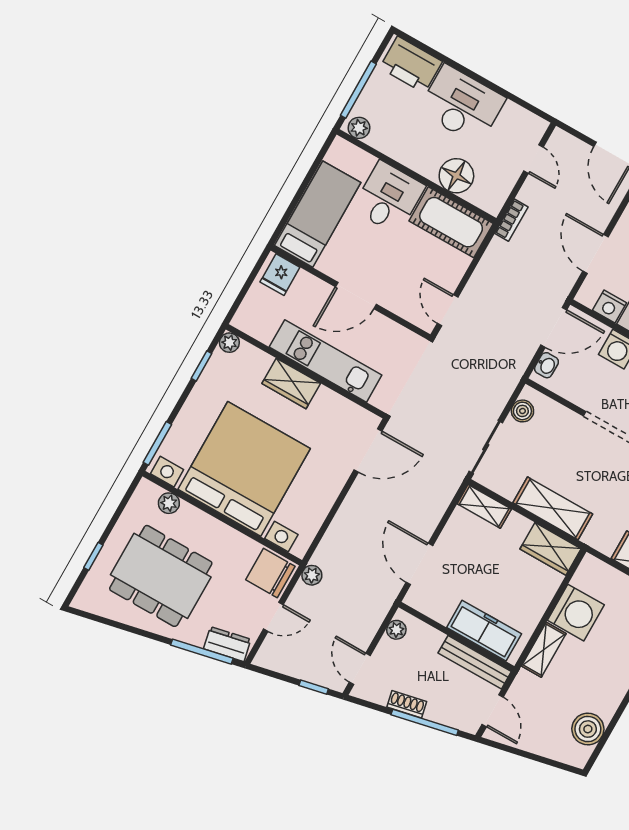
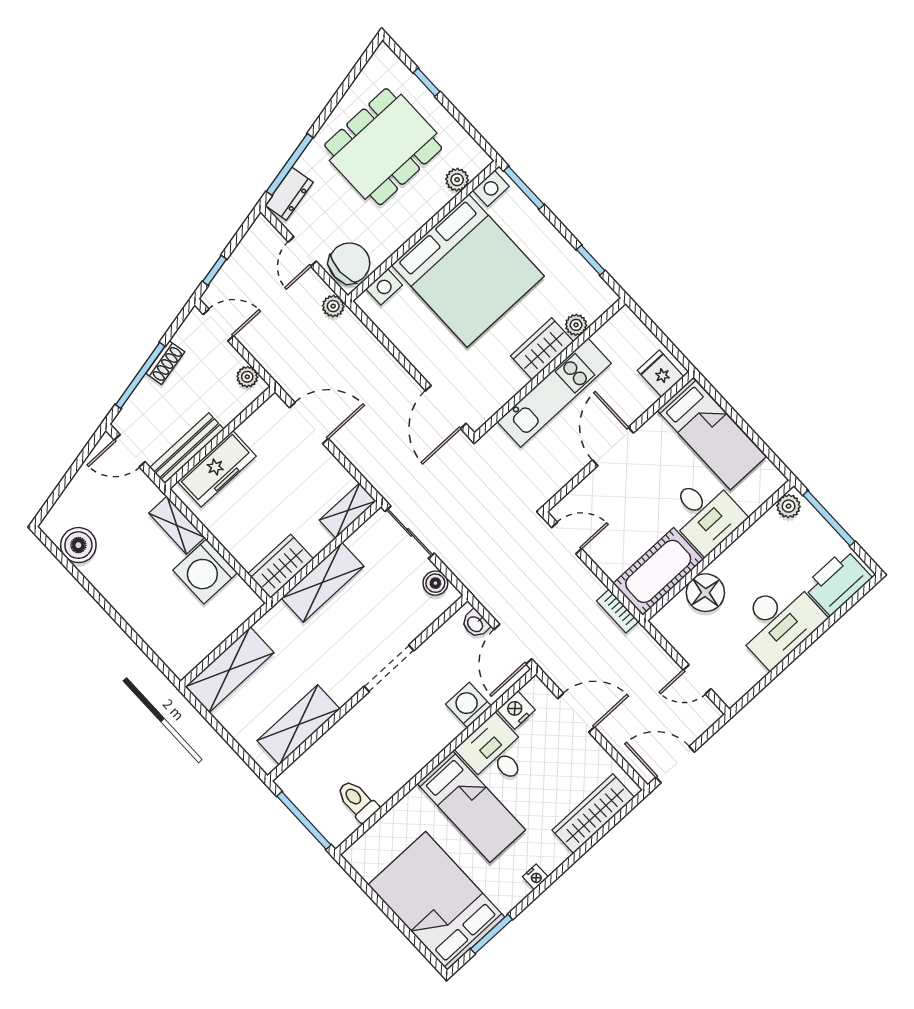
bookcase: (511, 220) -> (618, 611), moved
plant: (229, 343) -> (576, 325), moved

